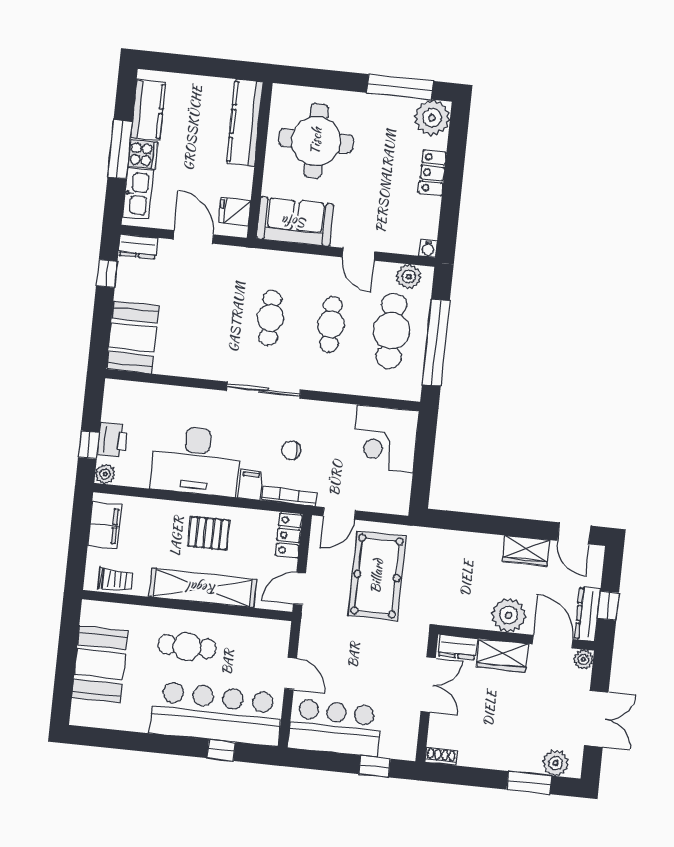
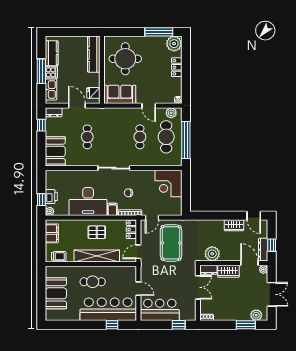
cafe table: (270, 318) -> (87, 137), moved
plant: (509, 615) -> (212, 254), moved

